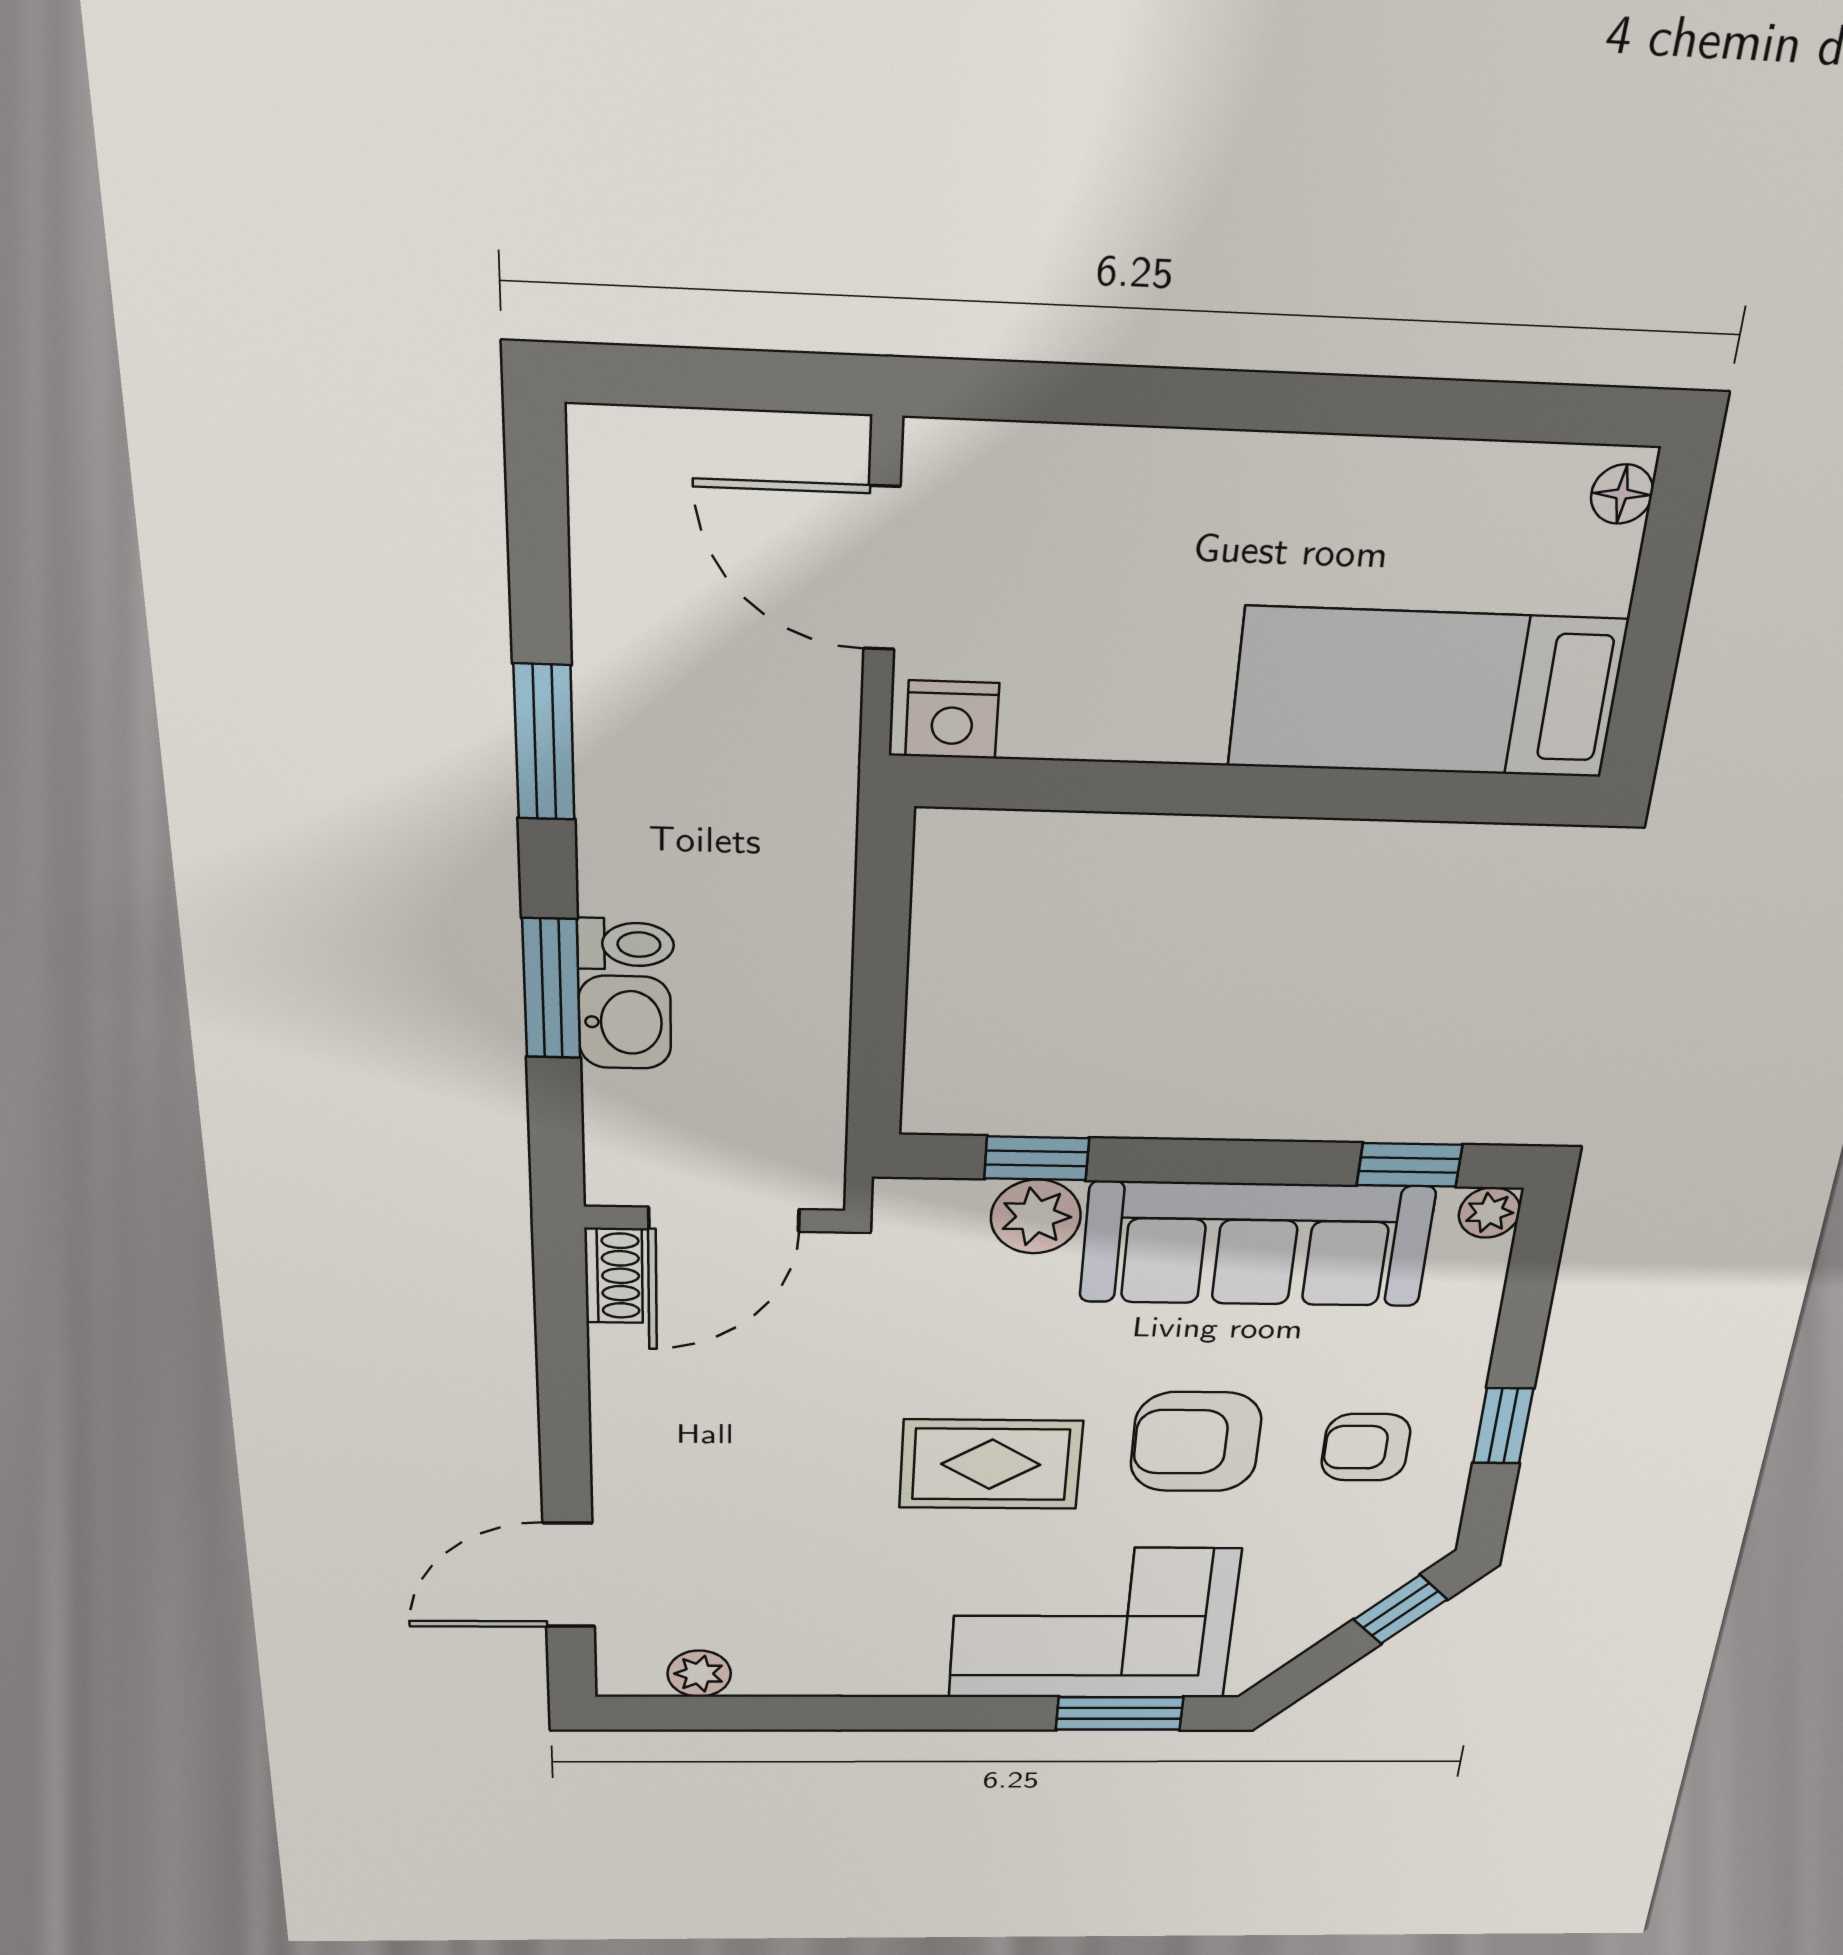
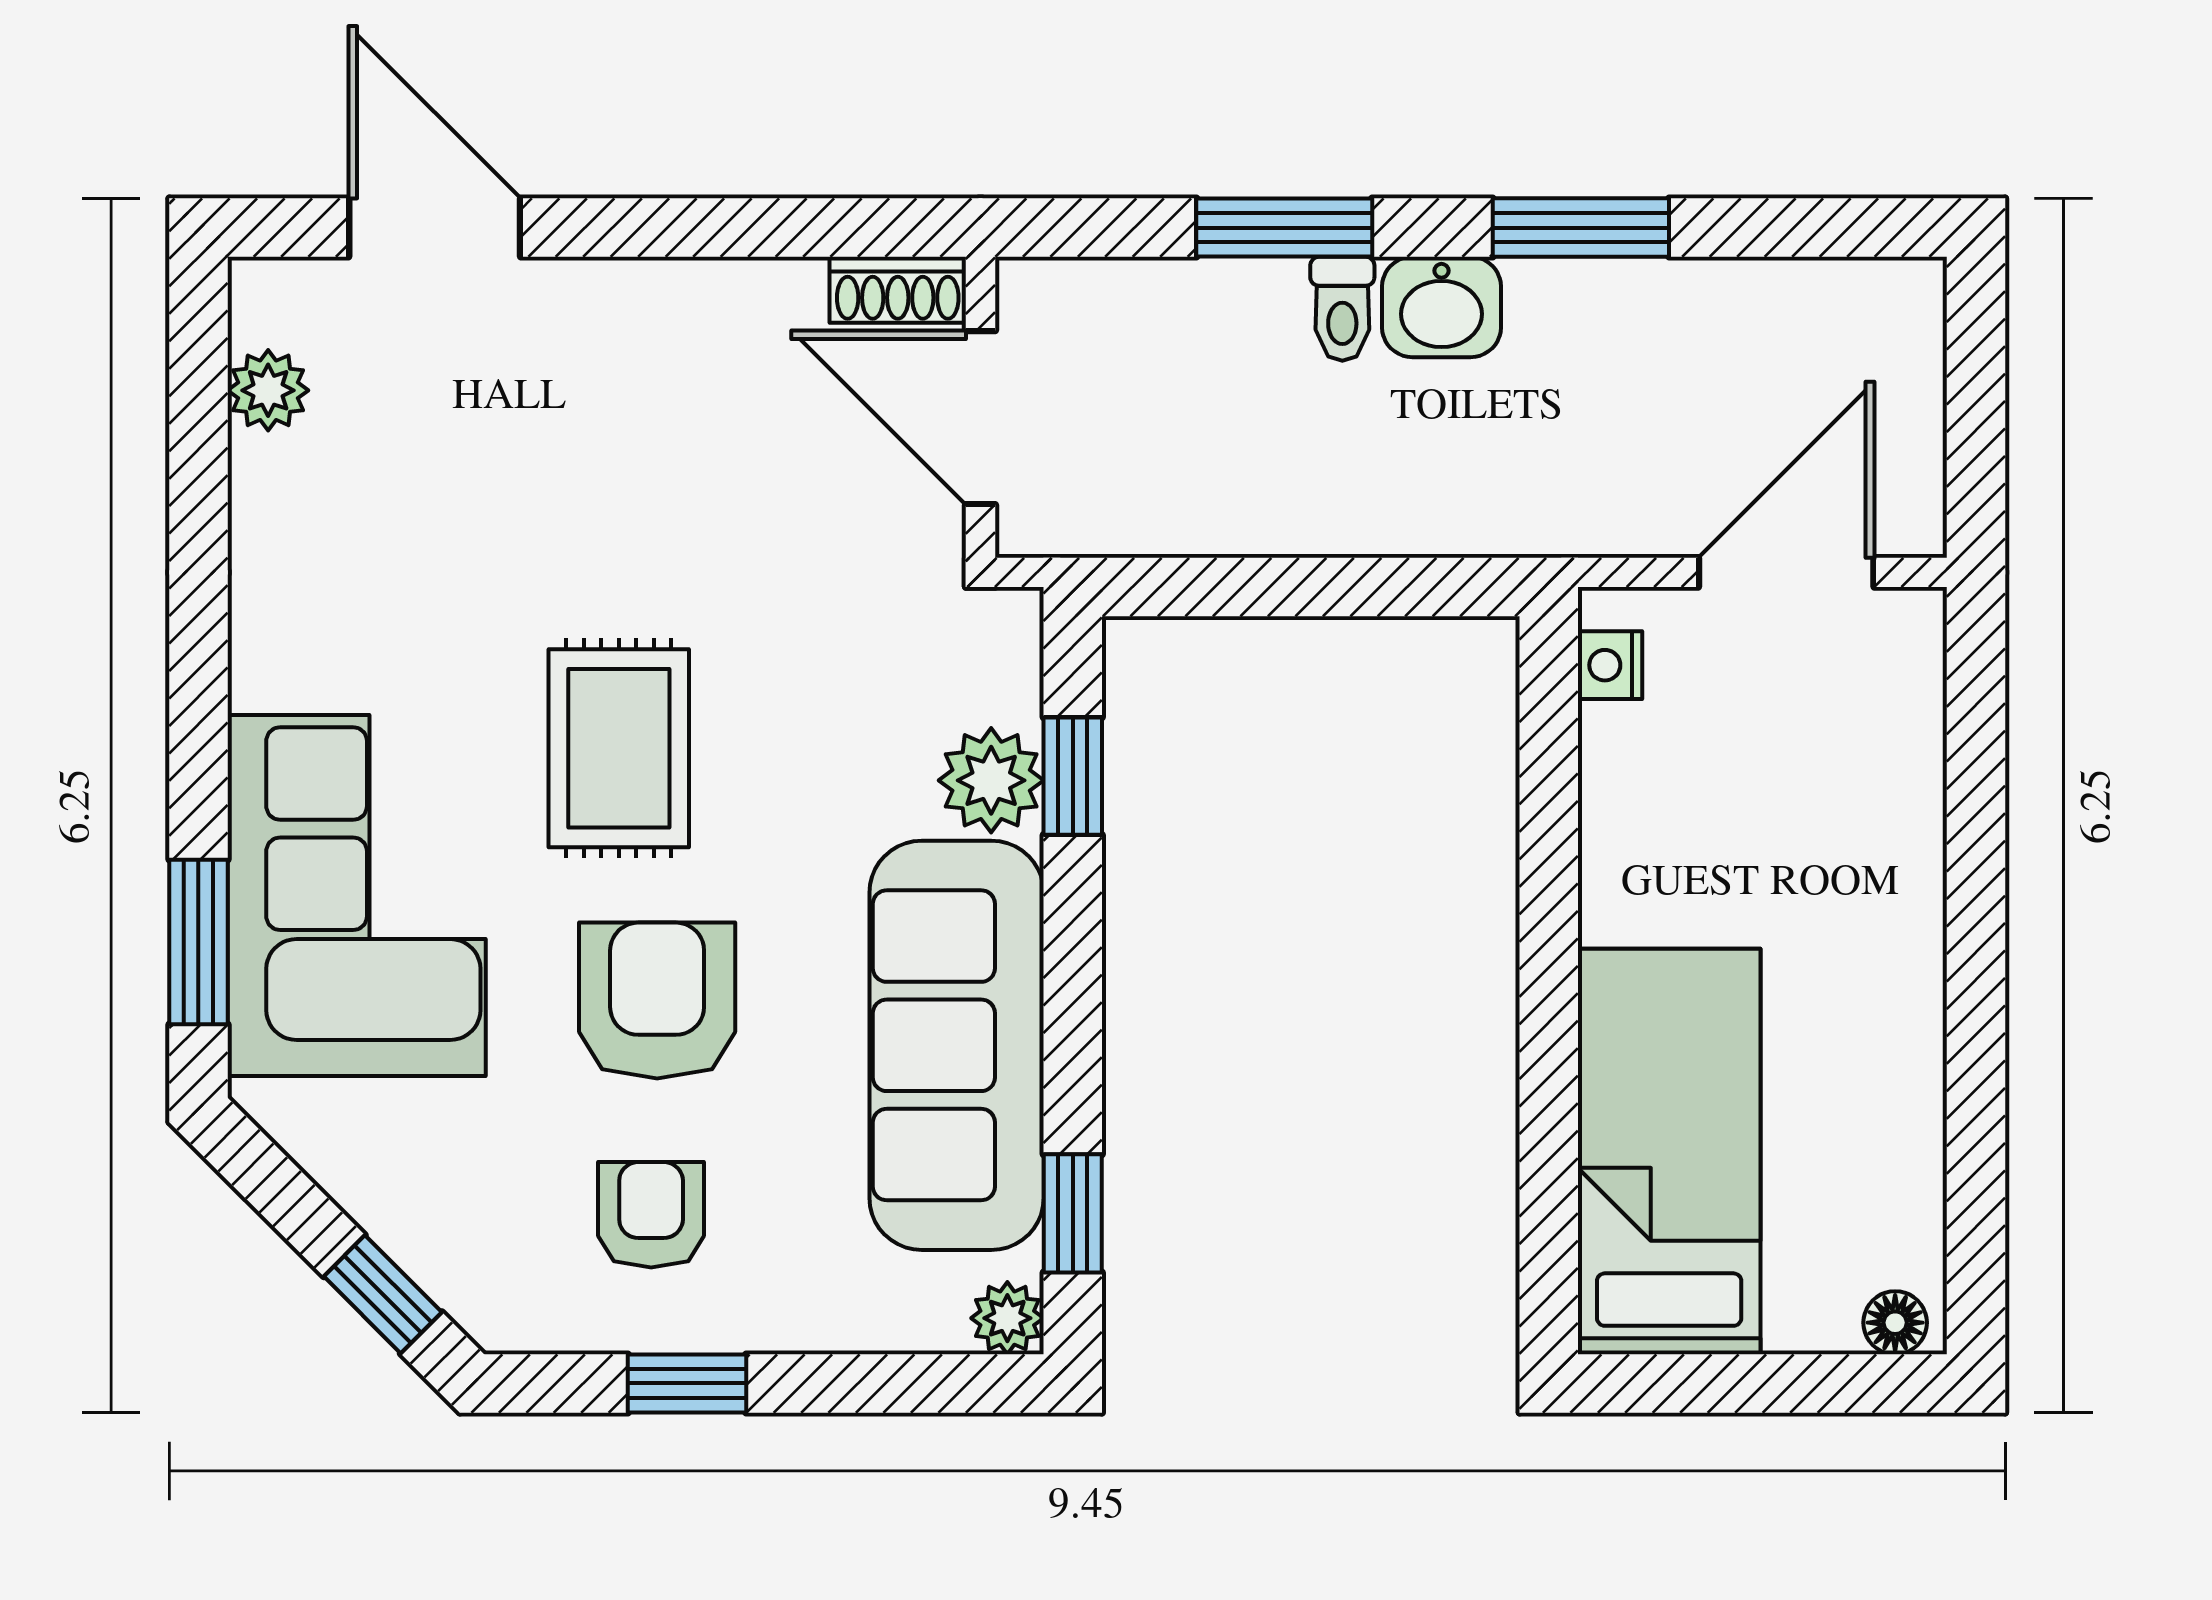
nightstand: (952, 720) -> (1610, 665), width x0.72, depth x0.74
washbasin: (625, 1022) -> (1441, 307), moved

